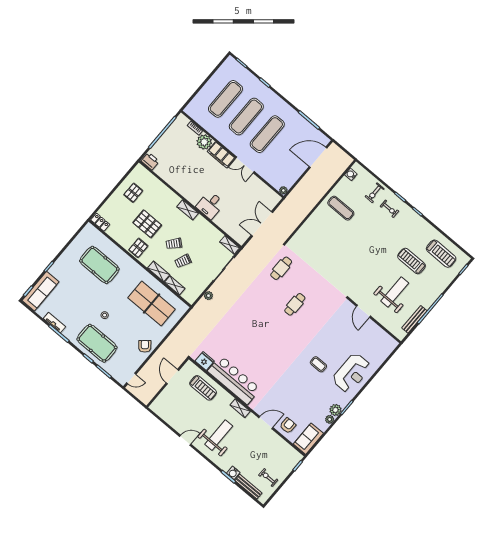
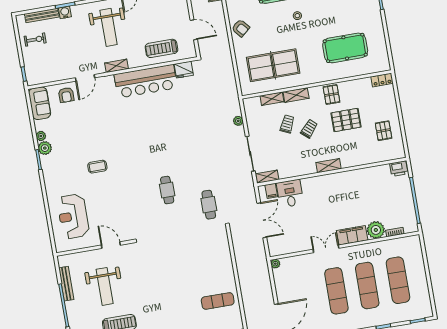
desk: (210, 205) -> (290, 193), moved
filing cabinet: (237, 234) -> (271, 191), added
reception desk: (352, 373) -> (73, 216), moved

